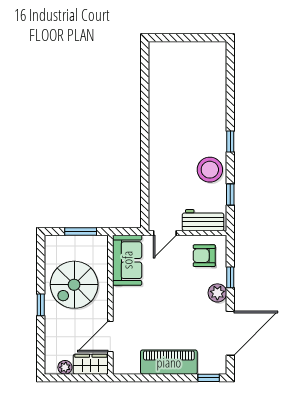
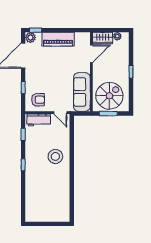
stool: (210, 170) -> (55, 156), moved
door: (165, 233) -> (60, 113), swing flipped
sofa: (127, 260) -> (82, 92), width x1.36
spiral stairs: (74, 285) -> (109, 96), moved
plant: (217, 293) -> (30, 38), moved

